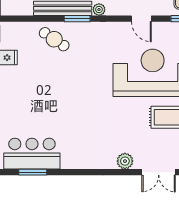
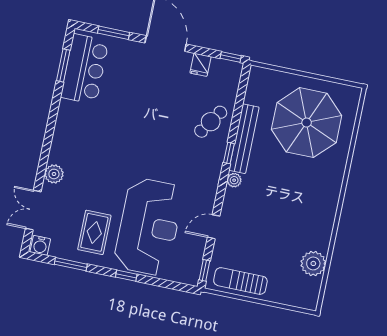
window: (77, 19) -> (229, 153), width x0.67

